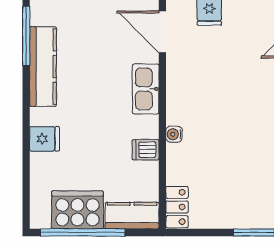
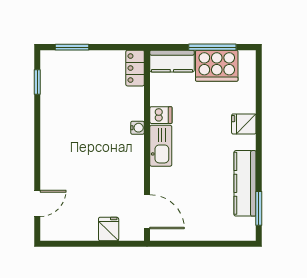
window: (26, 36) -> (259, 208), width x0.69
kitchen sink: (146, 89) -> (161, 146), moved
window: (83, 232) -> (212, 47), width x0.68

